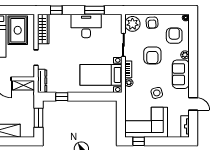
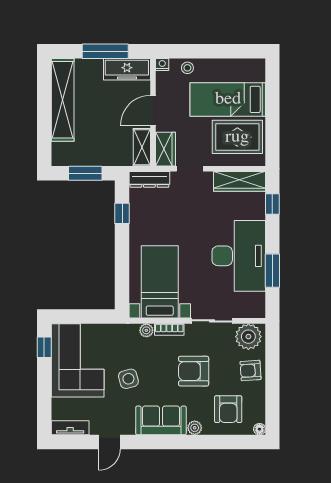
desk: (86, 26) -> (239, 256), width x1.36, depth x1.30
armchair: (174, 36) -> (228, 409), turned 90
wardrobe: (25, 72) -> (166, 149), added

